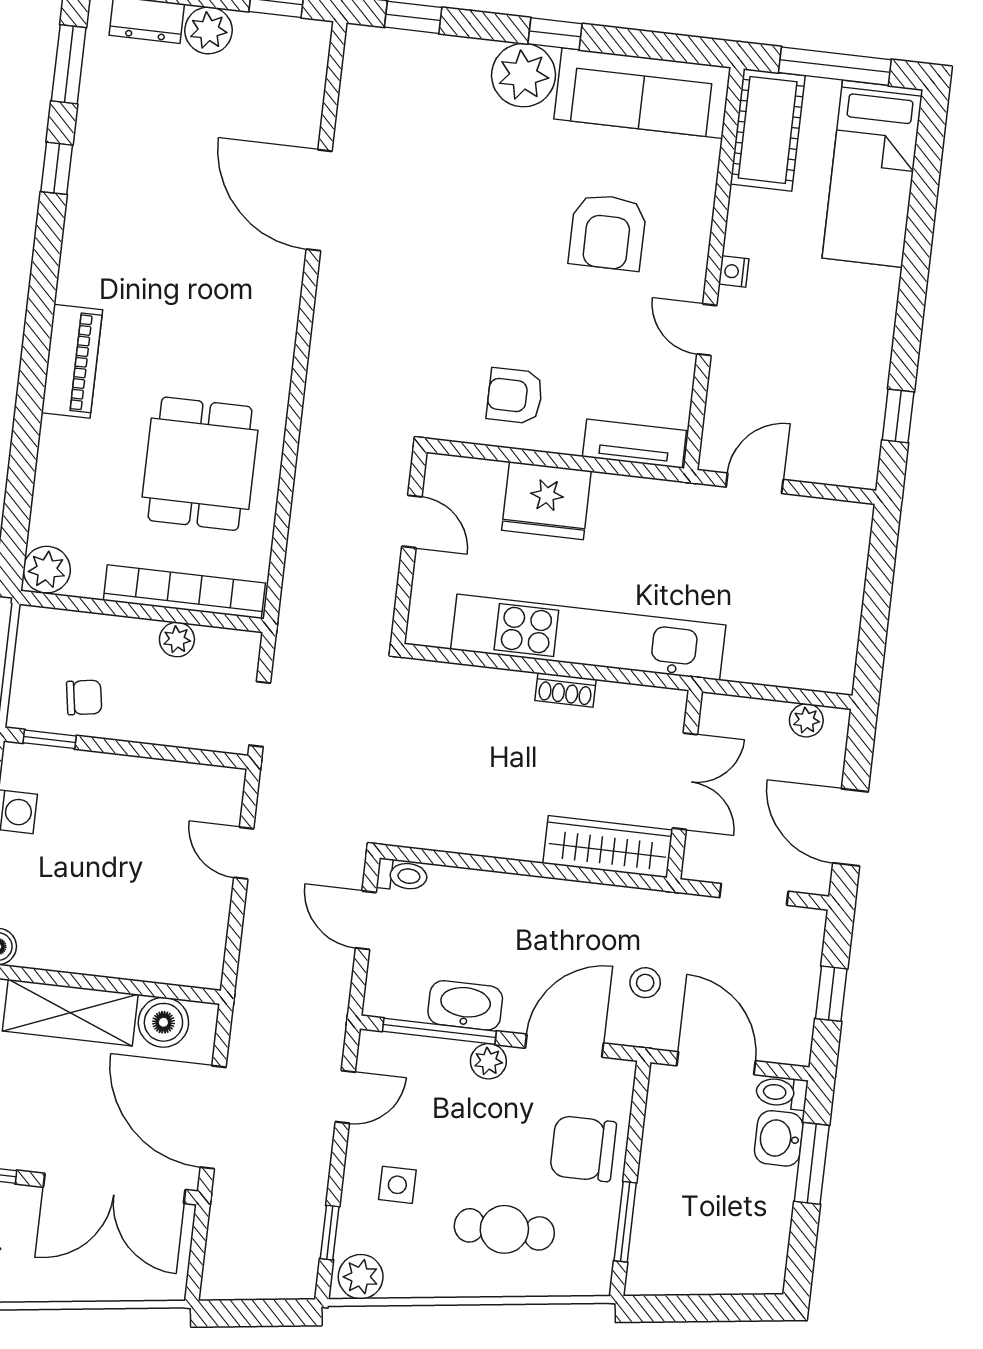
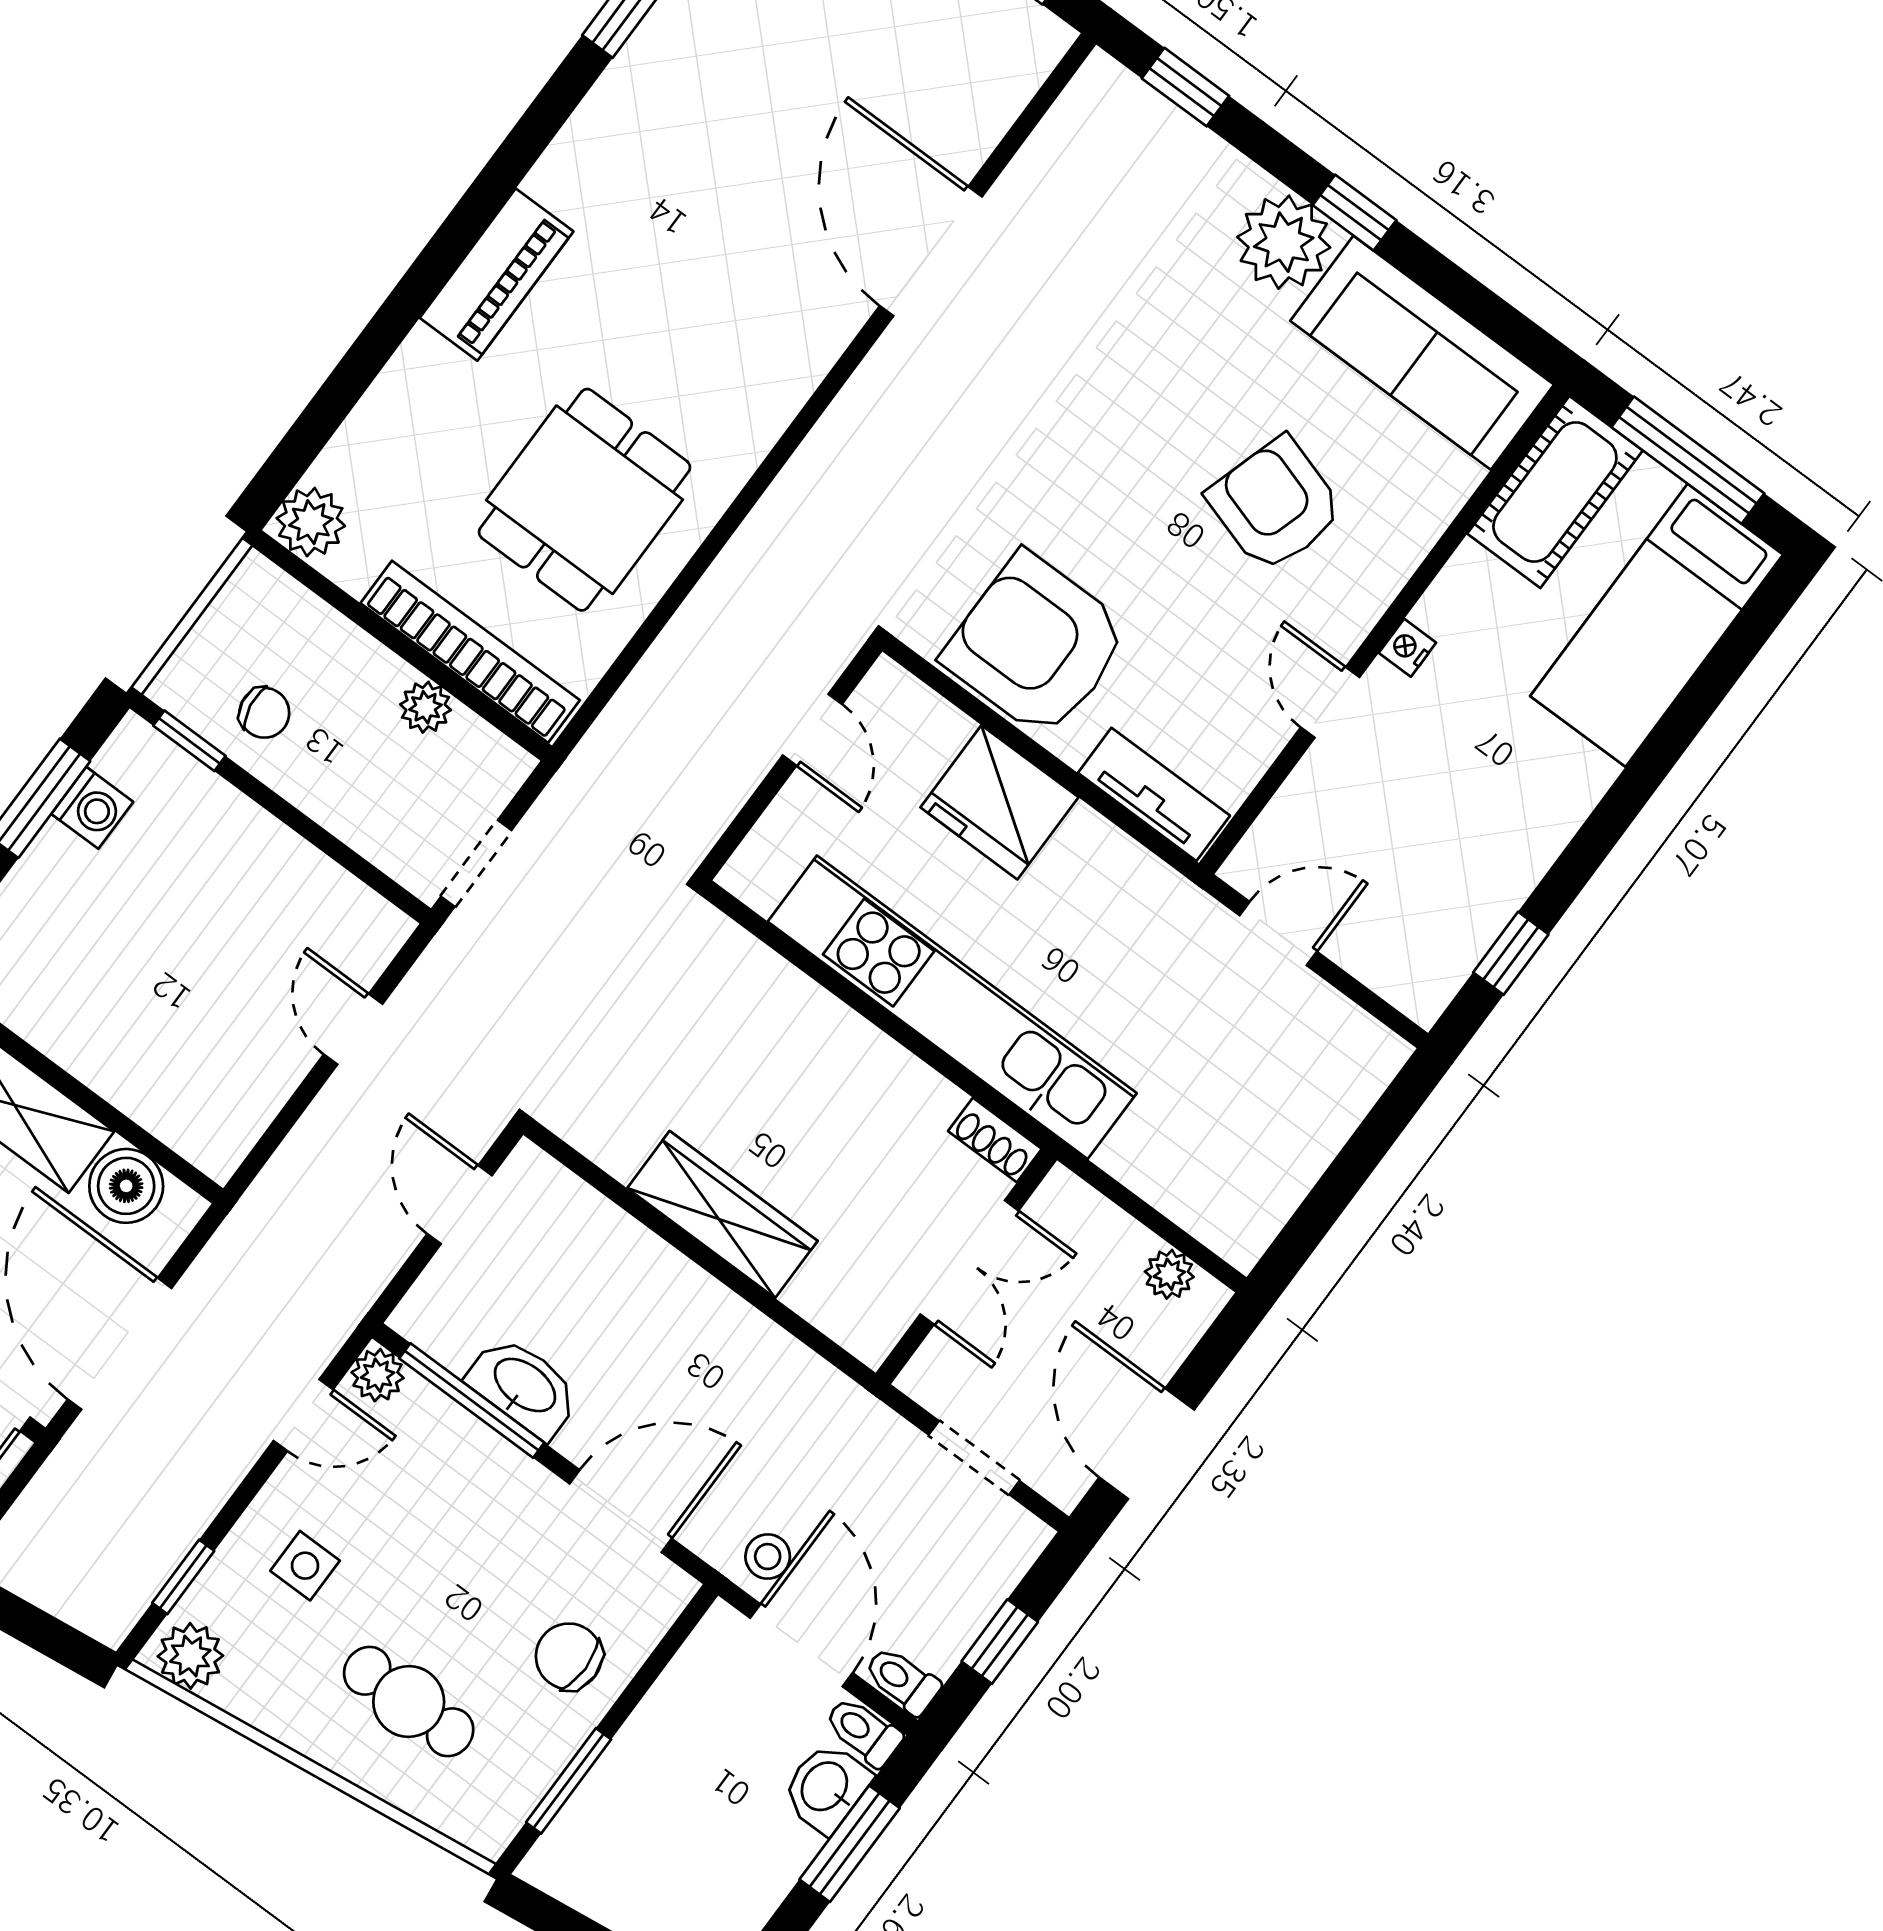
armchair: (608, 232) -> (1275, 505), turned 107
armchair: (515, 396) -> (1036, 645), width x1.88, depth x1.88
shoe rack: (565, 690) -> (995, 1140), moved
wardrobe: (608, 847) -> (722, 1215), moved
toilet: (402, 875) -> (902, 1680), moved, turned 180
stool: (645, 983) -> (768, 1557), moved
plant: (488, 1061) -> (378, 1375), moved
chair: (583, 1149) -> (569, 1656), width x0.73, depth x0.73

